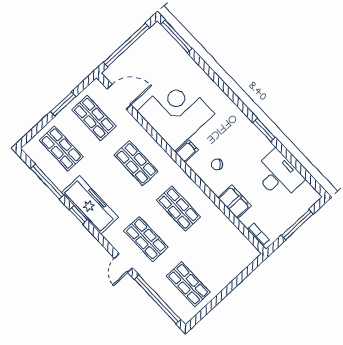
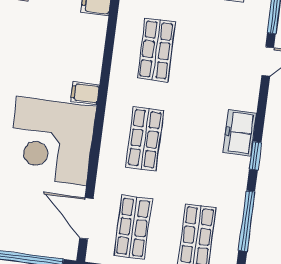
chair: (217, 164) -> (72, 47), removed
freezer: (90, 205) -> (240, 133), width x0.52, depth x0.79
shop shelf: (146, 239) -> (220, 58), removed

